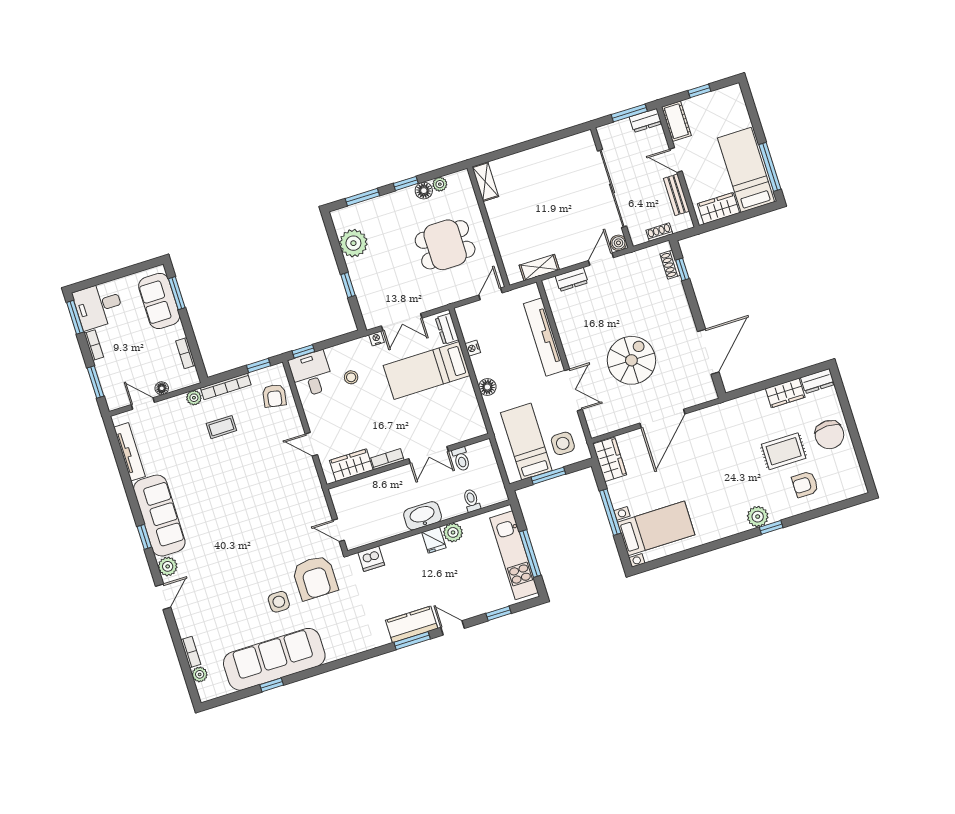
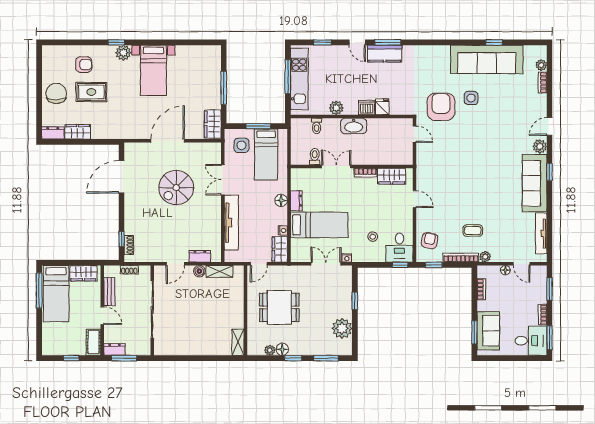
boiler: (618, 243) -> (199, 271), moved
wardrobe: (469, 322) -> (280, 249), added
dresser: (447, 329) -> (296, 201), moved
bed with nightstands: (656, 528) -> (153, 70), moved, turned -90
fridge: (434, 540) -> (382, 107), moved
dishwasher: (371, 559) -> (367, 107), moved

